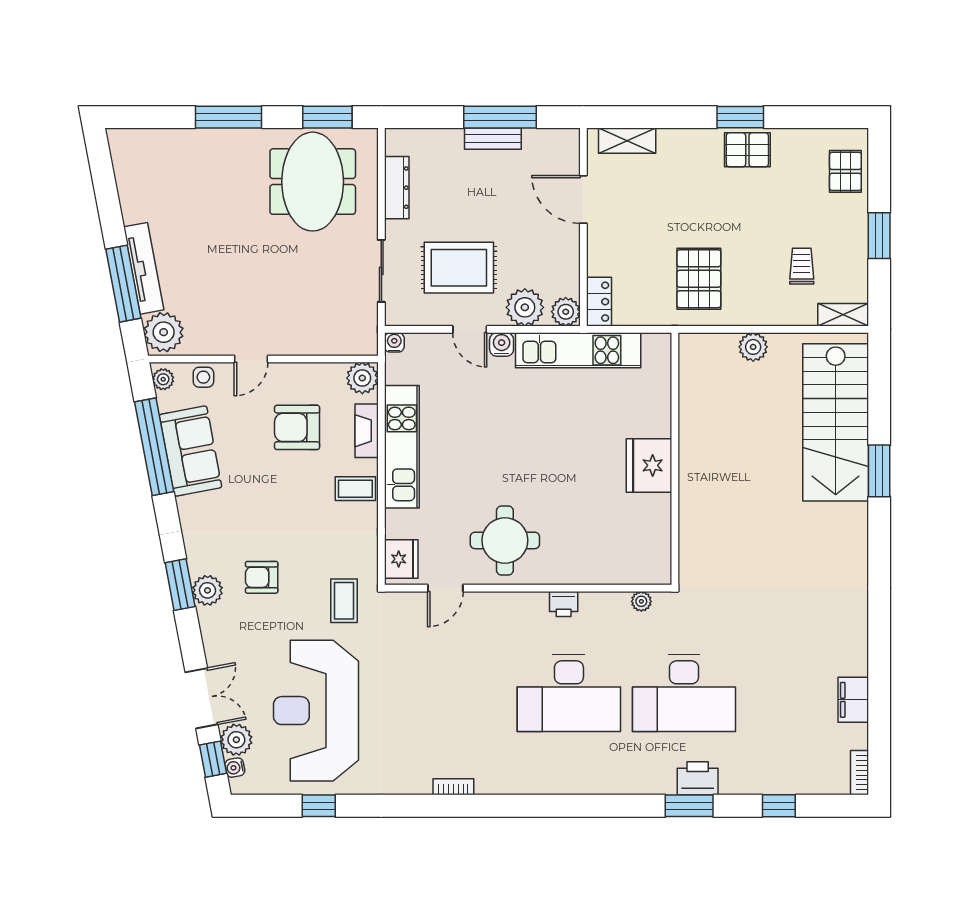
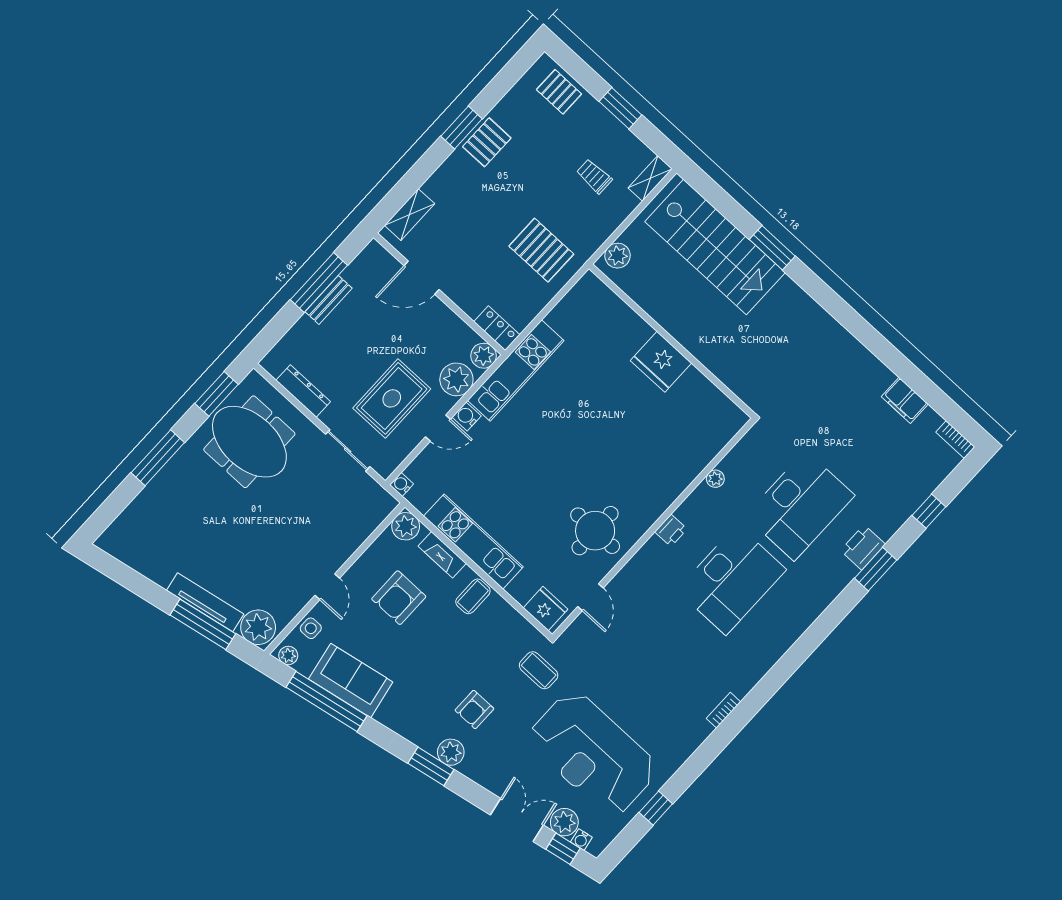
wall: (675, 459) -> (672, 341), moved
fridge: (649, 465) -> (661, 362), moved

